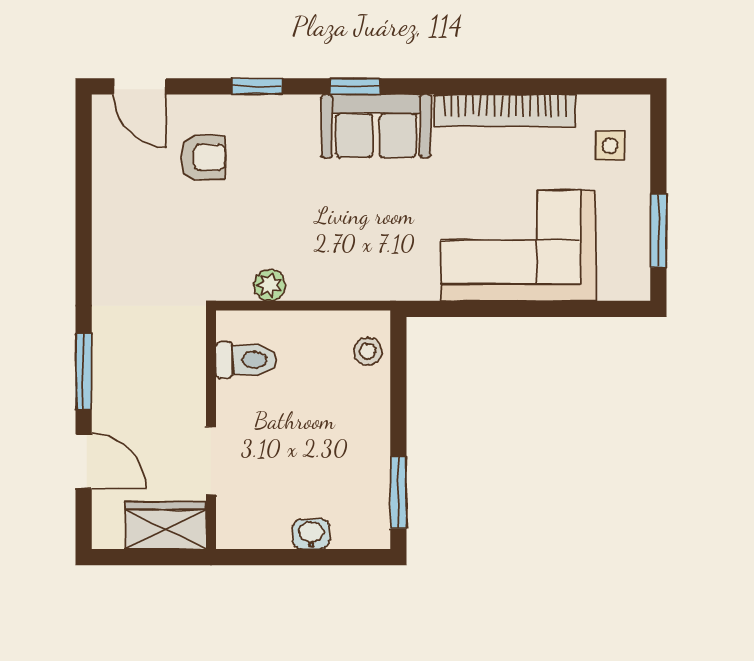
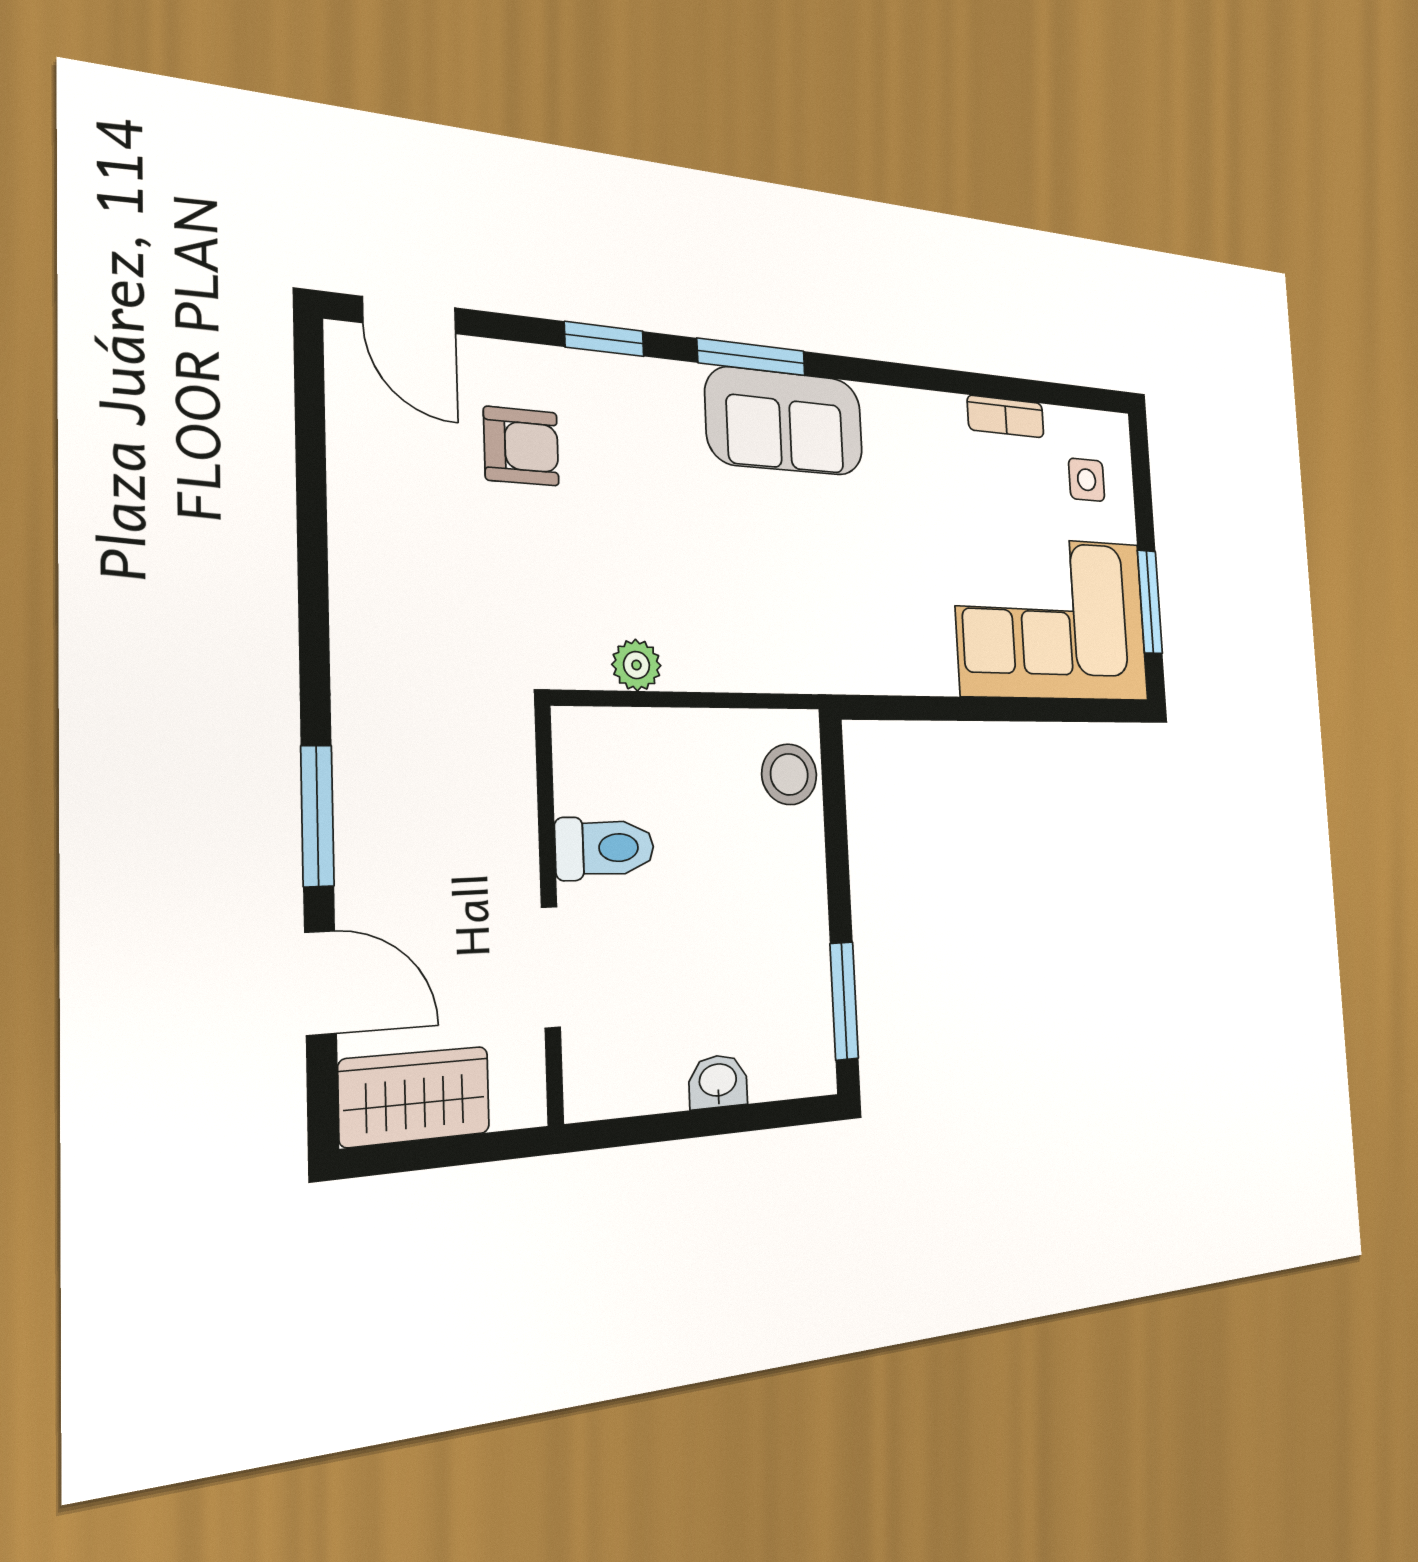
window: (355, 86) -> (752, 357), width x1.50
bookcase: (505, 110) -> (1006, 416), width x0.43, depth x0.76
corner sofa: (518, 246) -> (1052, 618), moved
stool: (368, 351) -> (789, 774), width x1.37, depth x1.37
toilet: (246, 360) -> (605, 848), moved
wardrobe: (166, 526) -> (415, 1096), moved

